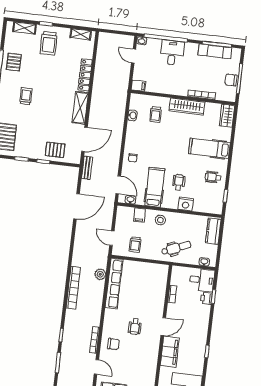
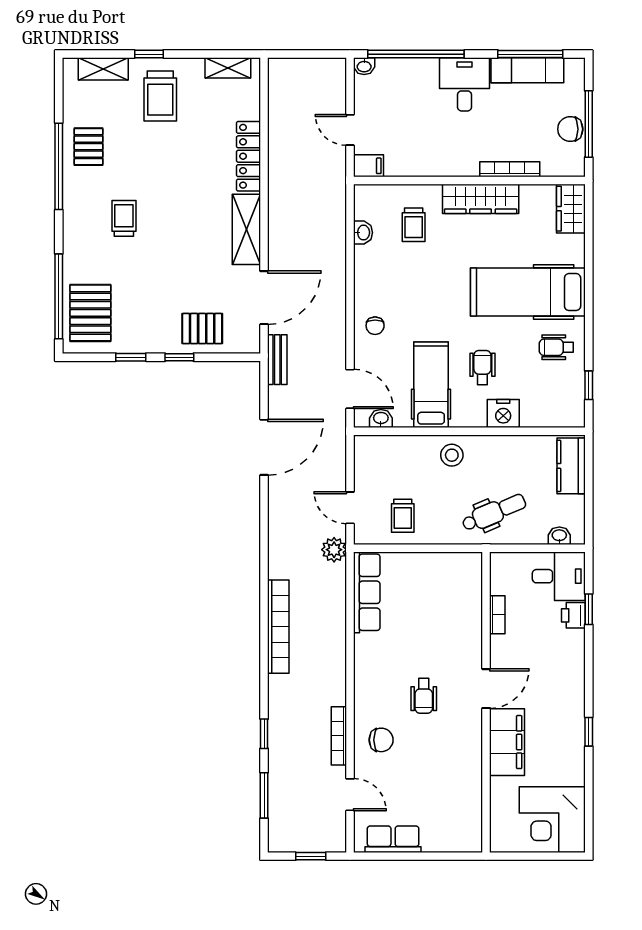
desk: (172, 53) -> (464, 84), moved
door: (134, 56) -> (350, 130), moved
hospital bed: (209, 148) -> (528, 292), width x1.37, depth x1.29
filing cabinet: (139, 215) -> (405, 450), removed
plant: (100, 274) -> (334, 550), moved
row of seats: (114, 284) -> (367, 592), width x0.73

